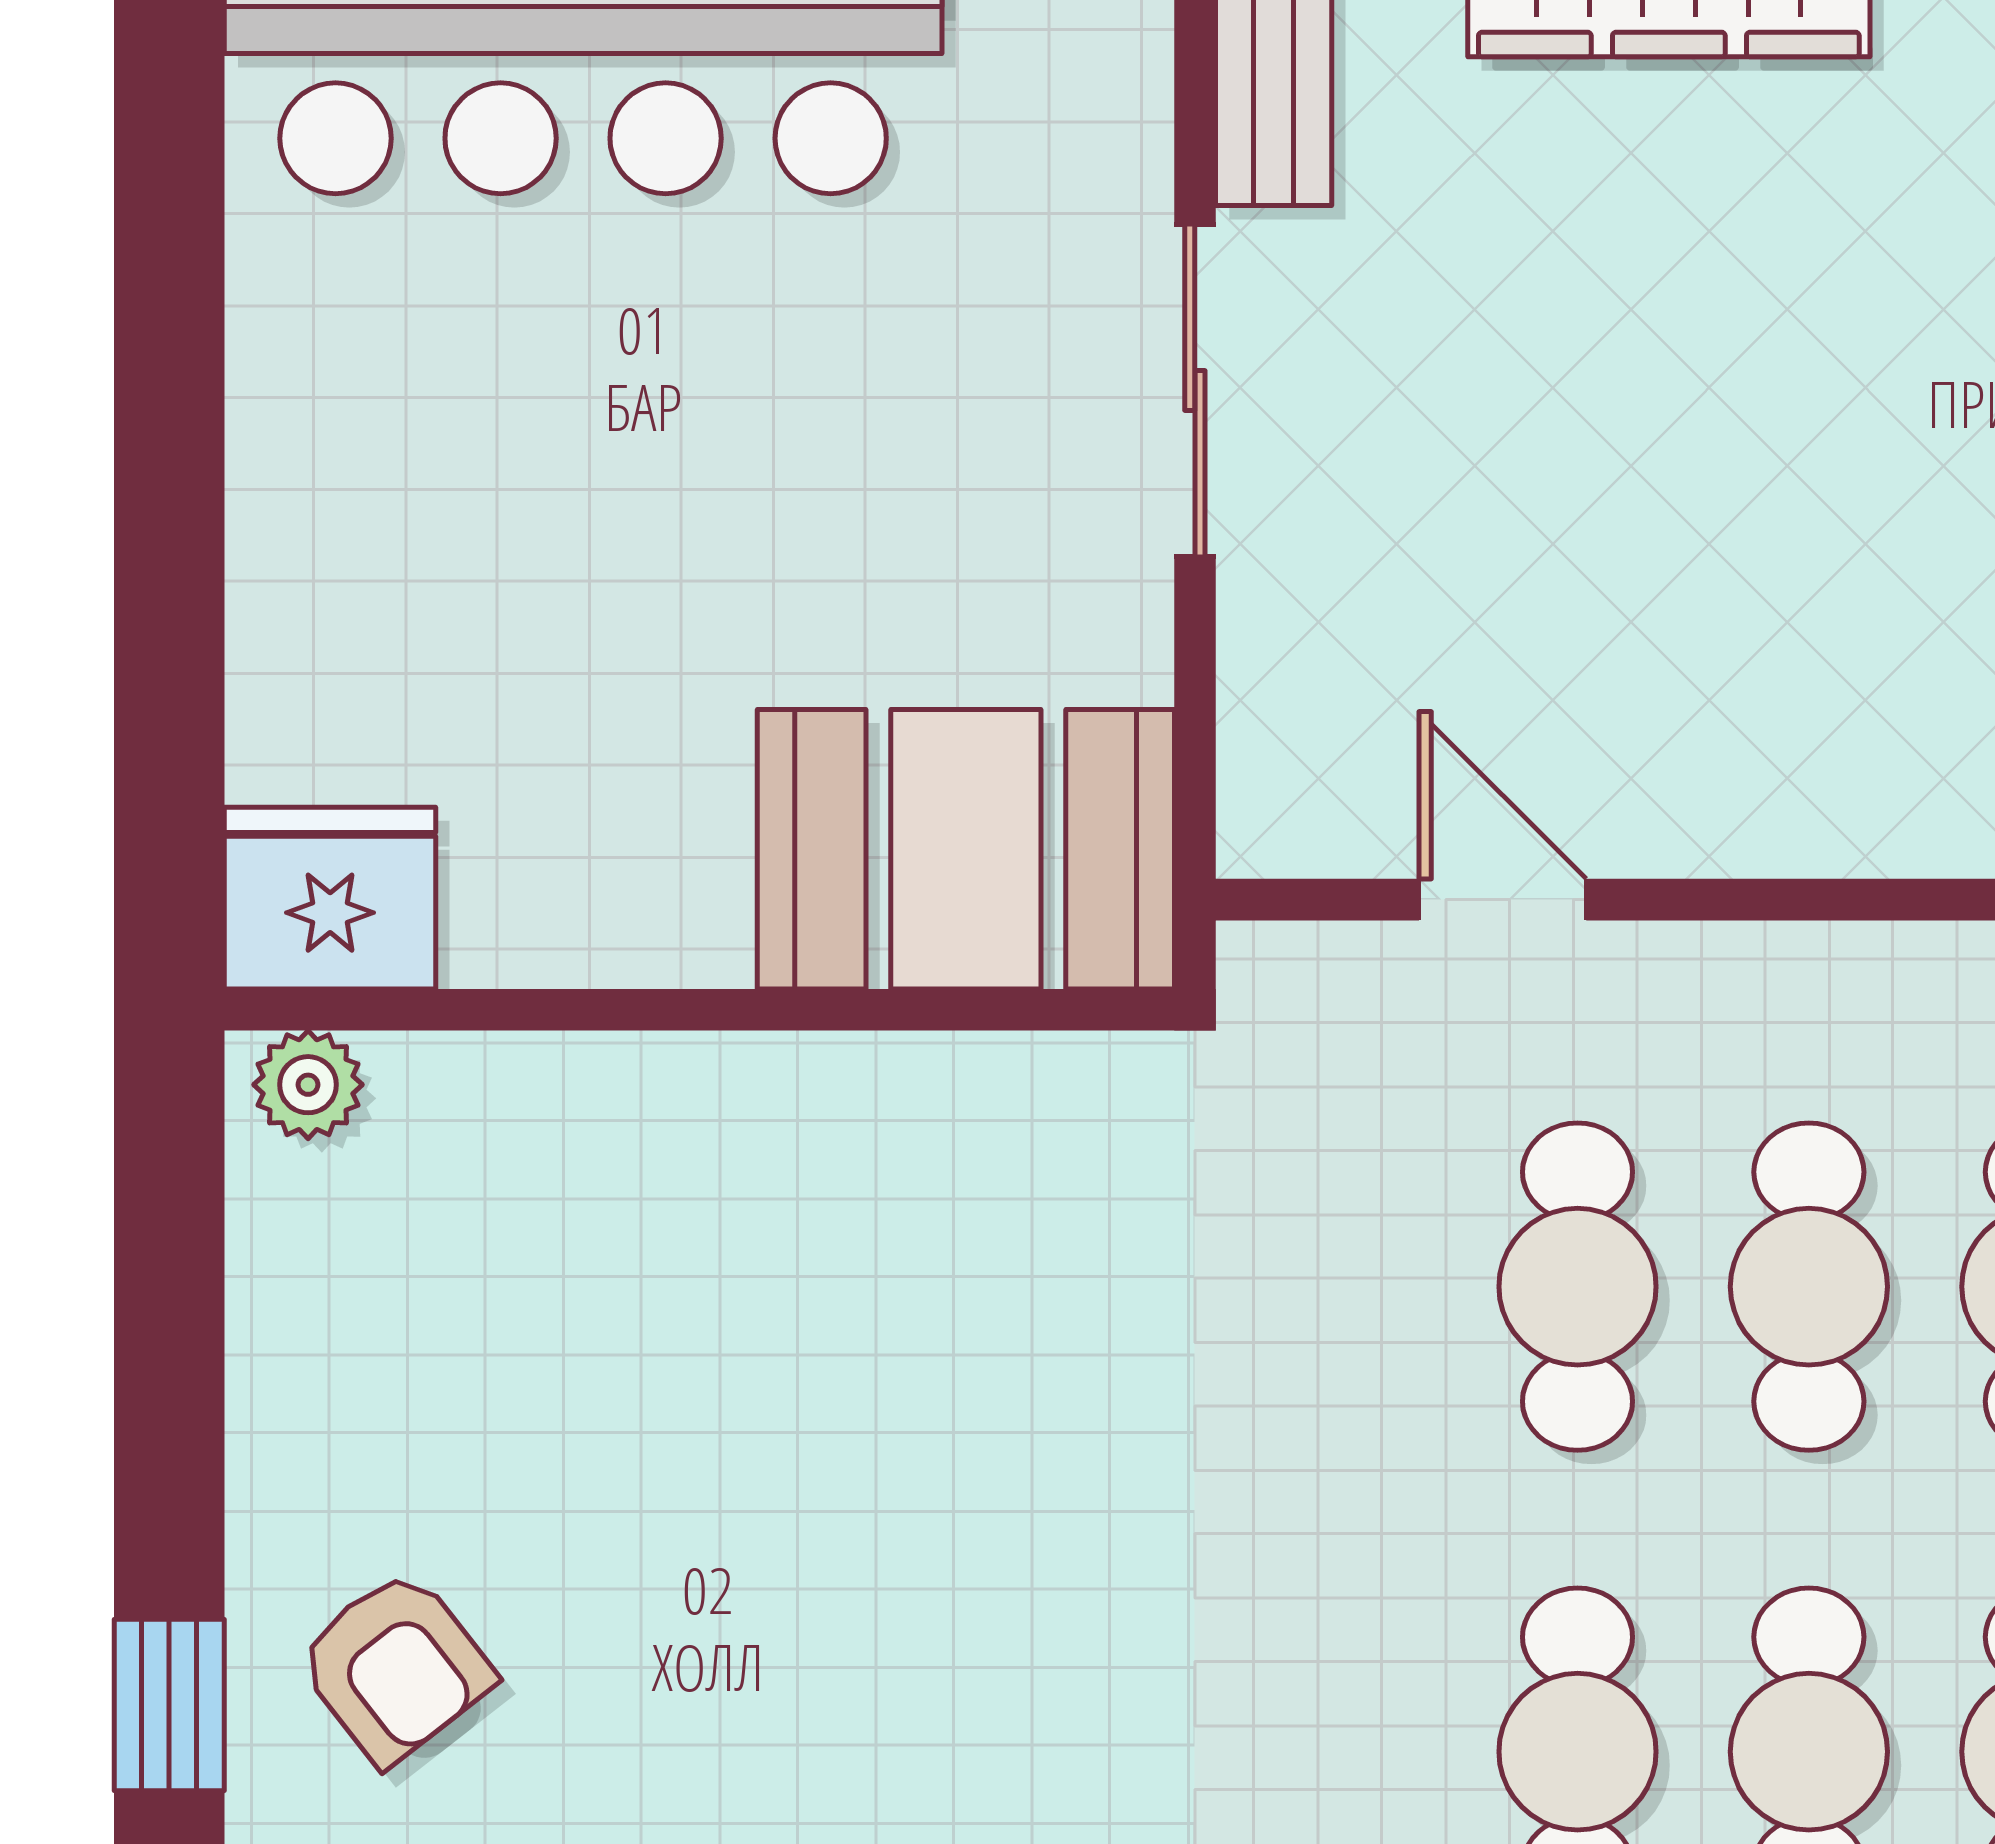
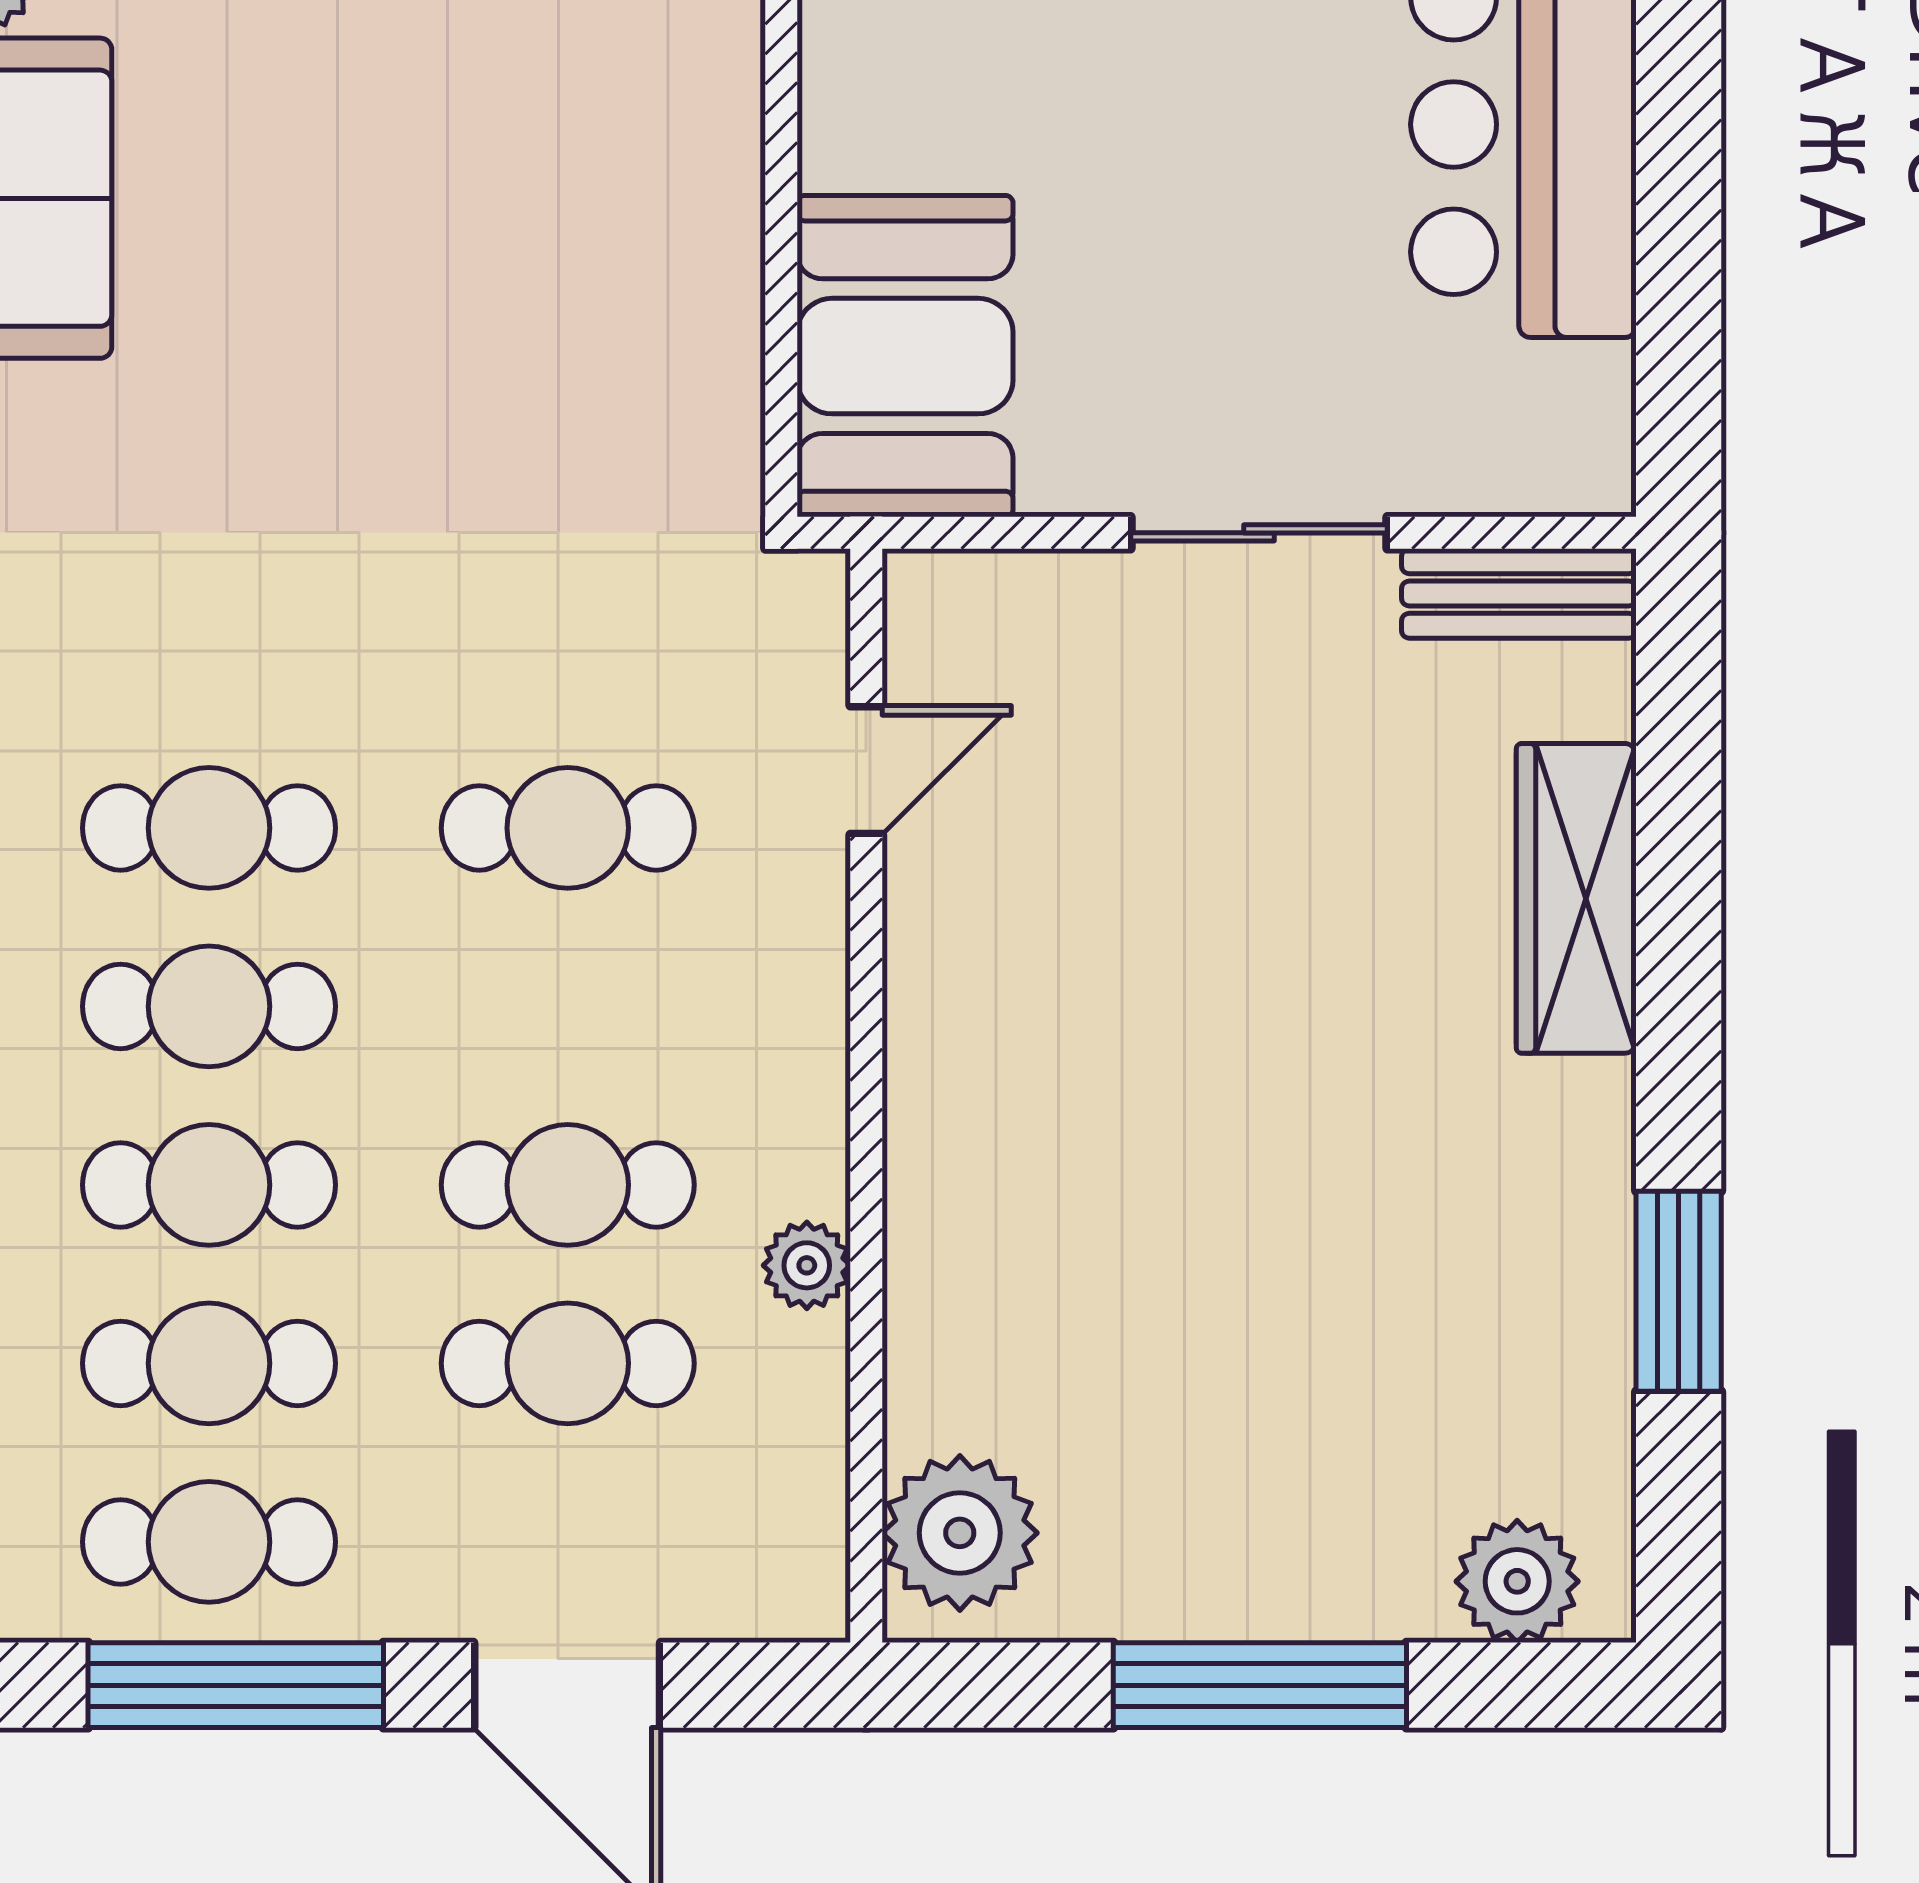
cafe table: (1809, 1287) -> (568, 1006), removed

